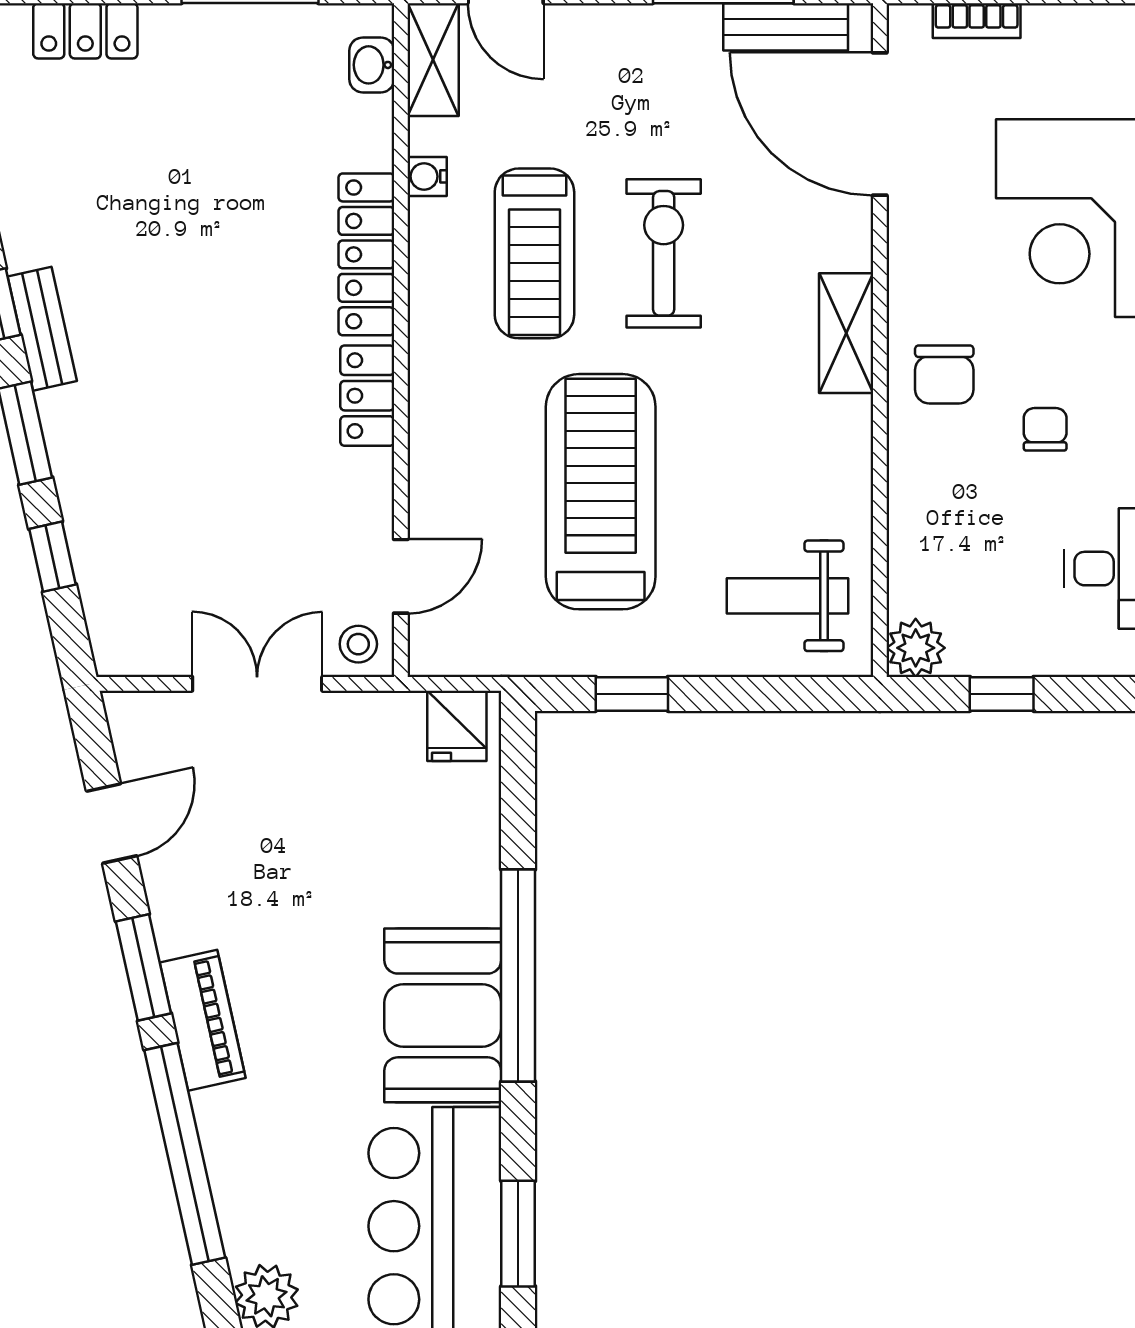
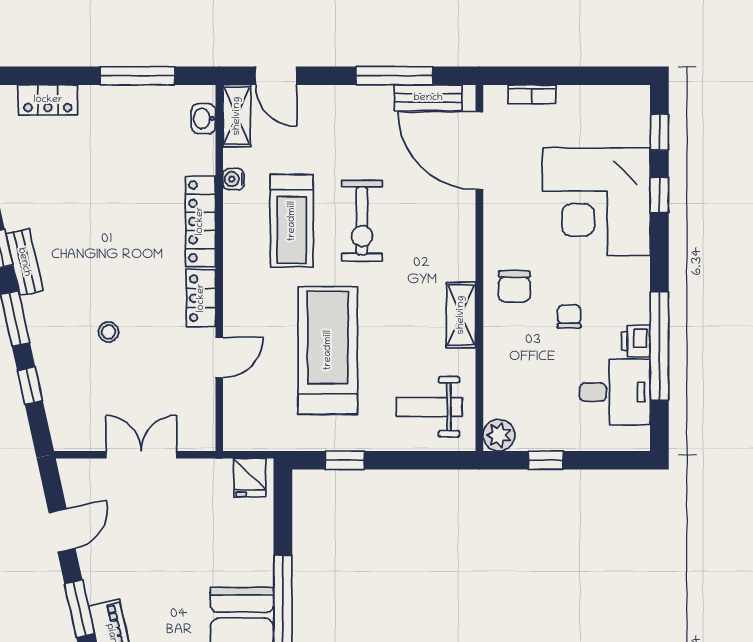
exercise bike: (664, 253) -> (362, 221), turned 180
shelving: (846, 333) -> (461, 315), moved
door: (401, 576) -> (219, 358), moved
stool: (358, 644) -> (108, 332), moved

